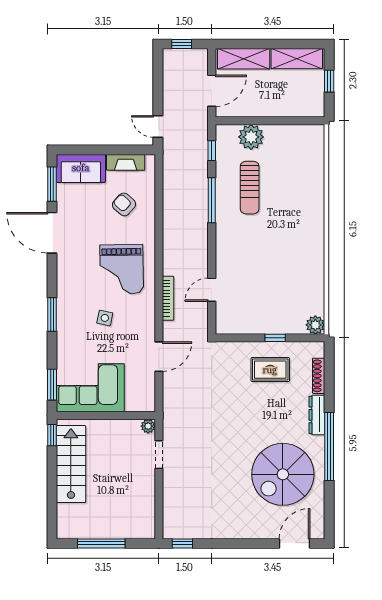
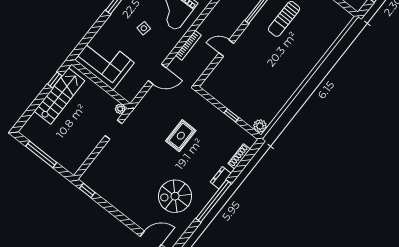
door: (212, 290) -> (226, 48), moved
rug: (270, 370) -> (181, 136), moved, turned 90
window: (52, 385) -> (84, 42), removed
dresser: (317, 415) -> (221, 178), width x0.70
window: (52, 435) -> (55, 80), moved
spiral stairs: (283, 474) -> (175, 196), width x0.73, depth x0.73

